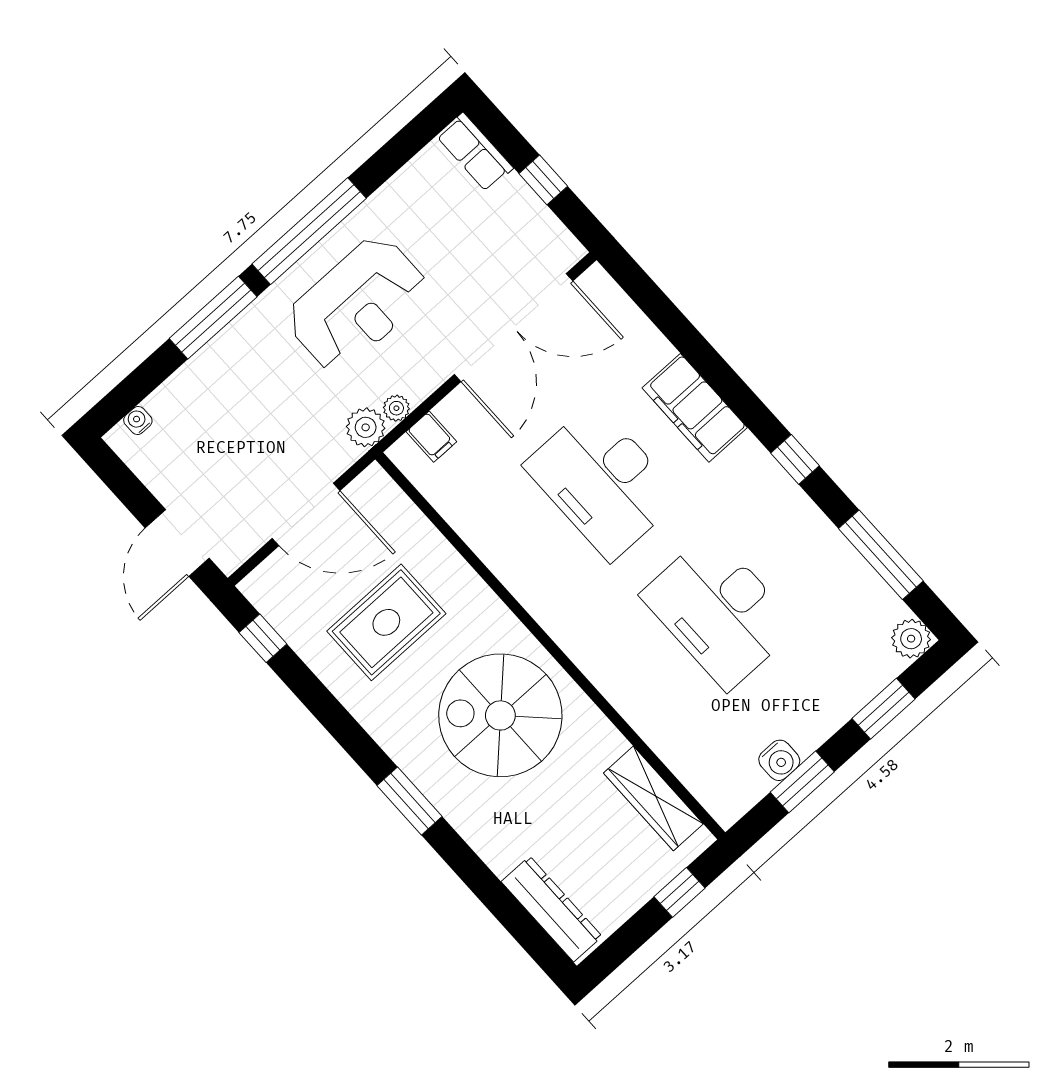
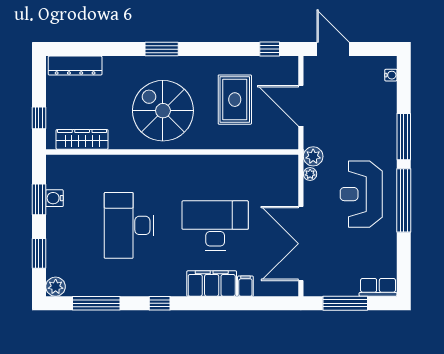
window: (543, 180) -> (345, 303), width x2.17
filing cabinet: (431, 437) -> (245, 286), moved, turned 90
door: (306, 514) -> (301, 106), hinge flipped
desk: (719, 611) -> (129, 225), turned -90
spiral stairs: (500, 715) -> (163, 111), turned -90

